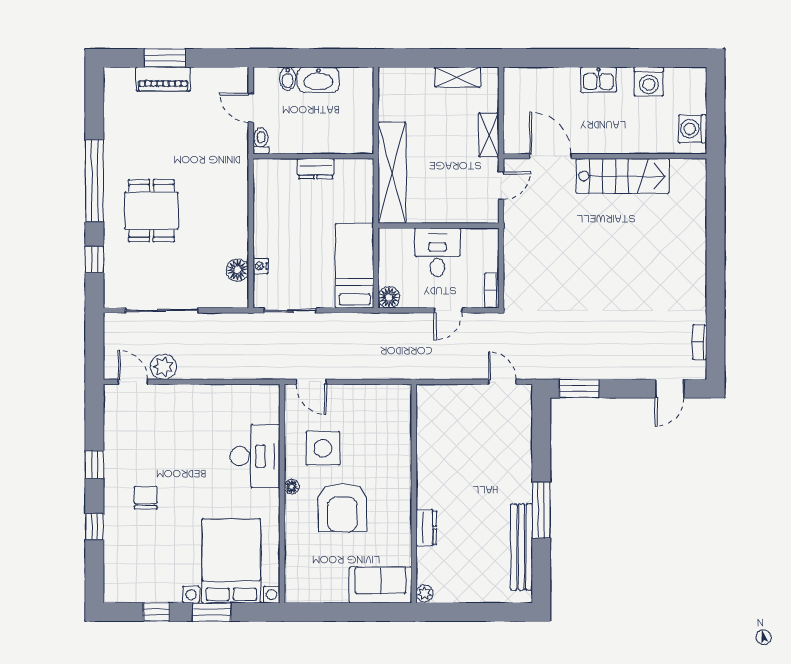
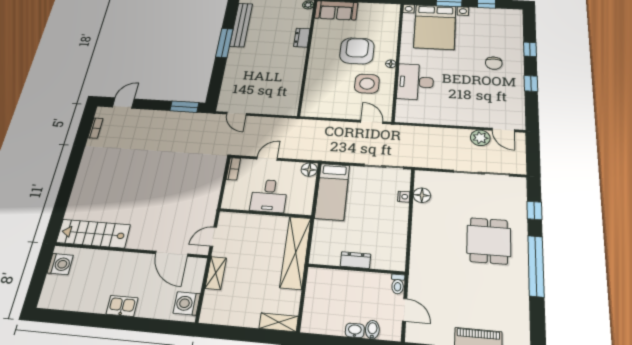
shelving: (458, 77) -> (279, 322), moved
washbasin: (318, 80) -> (355, 330), width x0.52, depth x0.69
washing machine: (649, 81) -> (187, 303), moved, turned -90
stairs: (623, 176) -> (93, 234), moved

